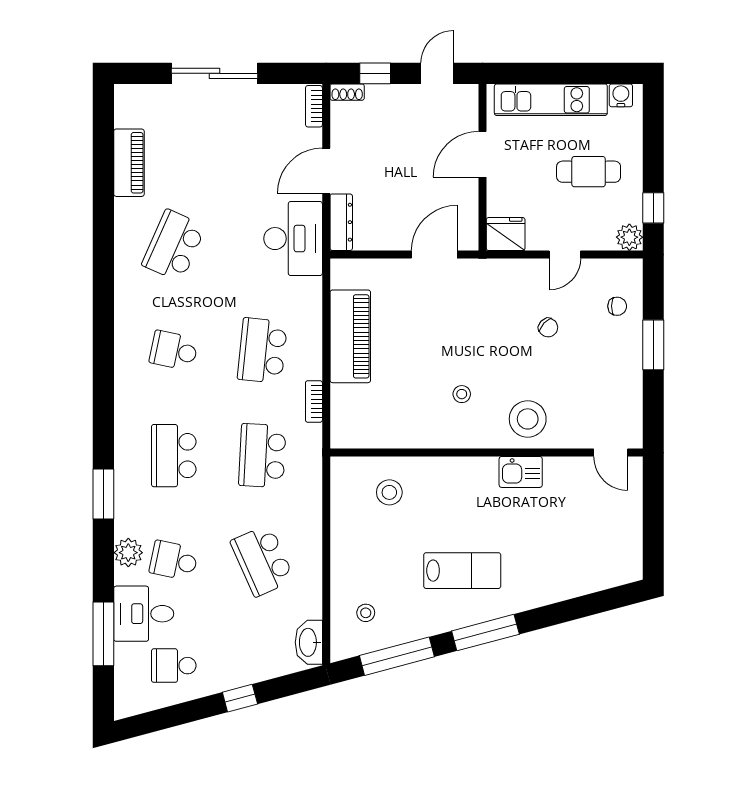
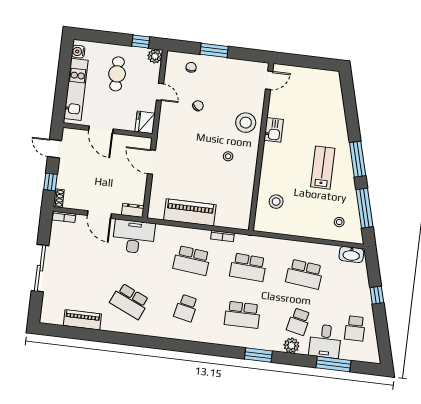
dresser: (341, 222) -> (133, 210), width x0.70
school desk: (262, 561) -> (304, 274), turned 30

